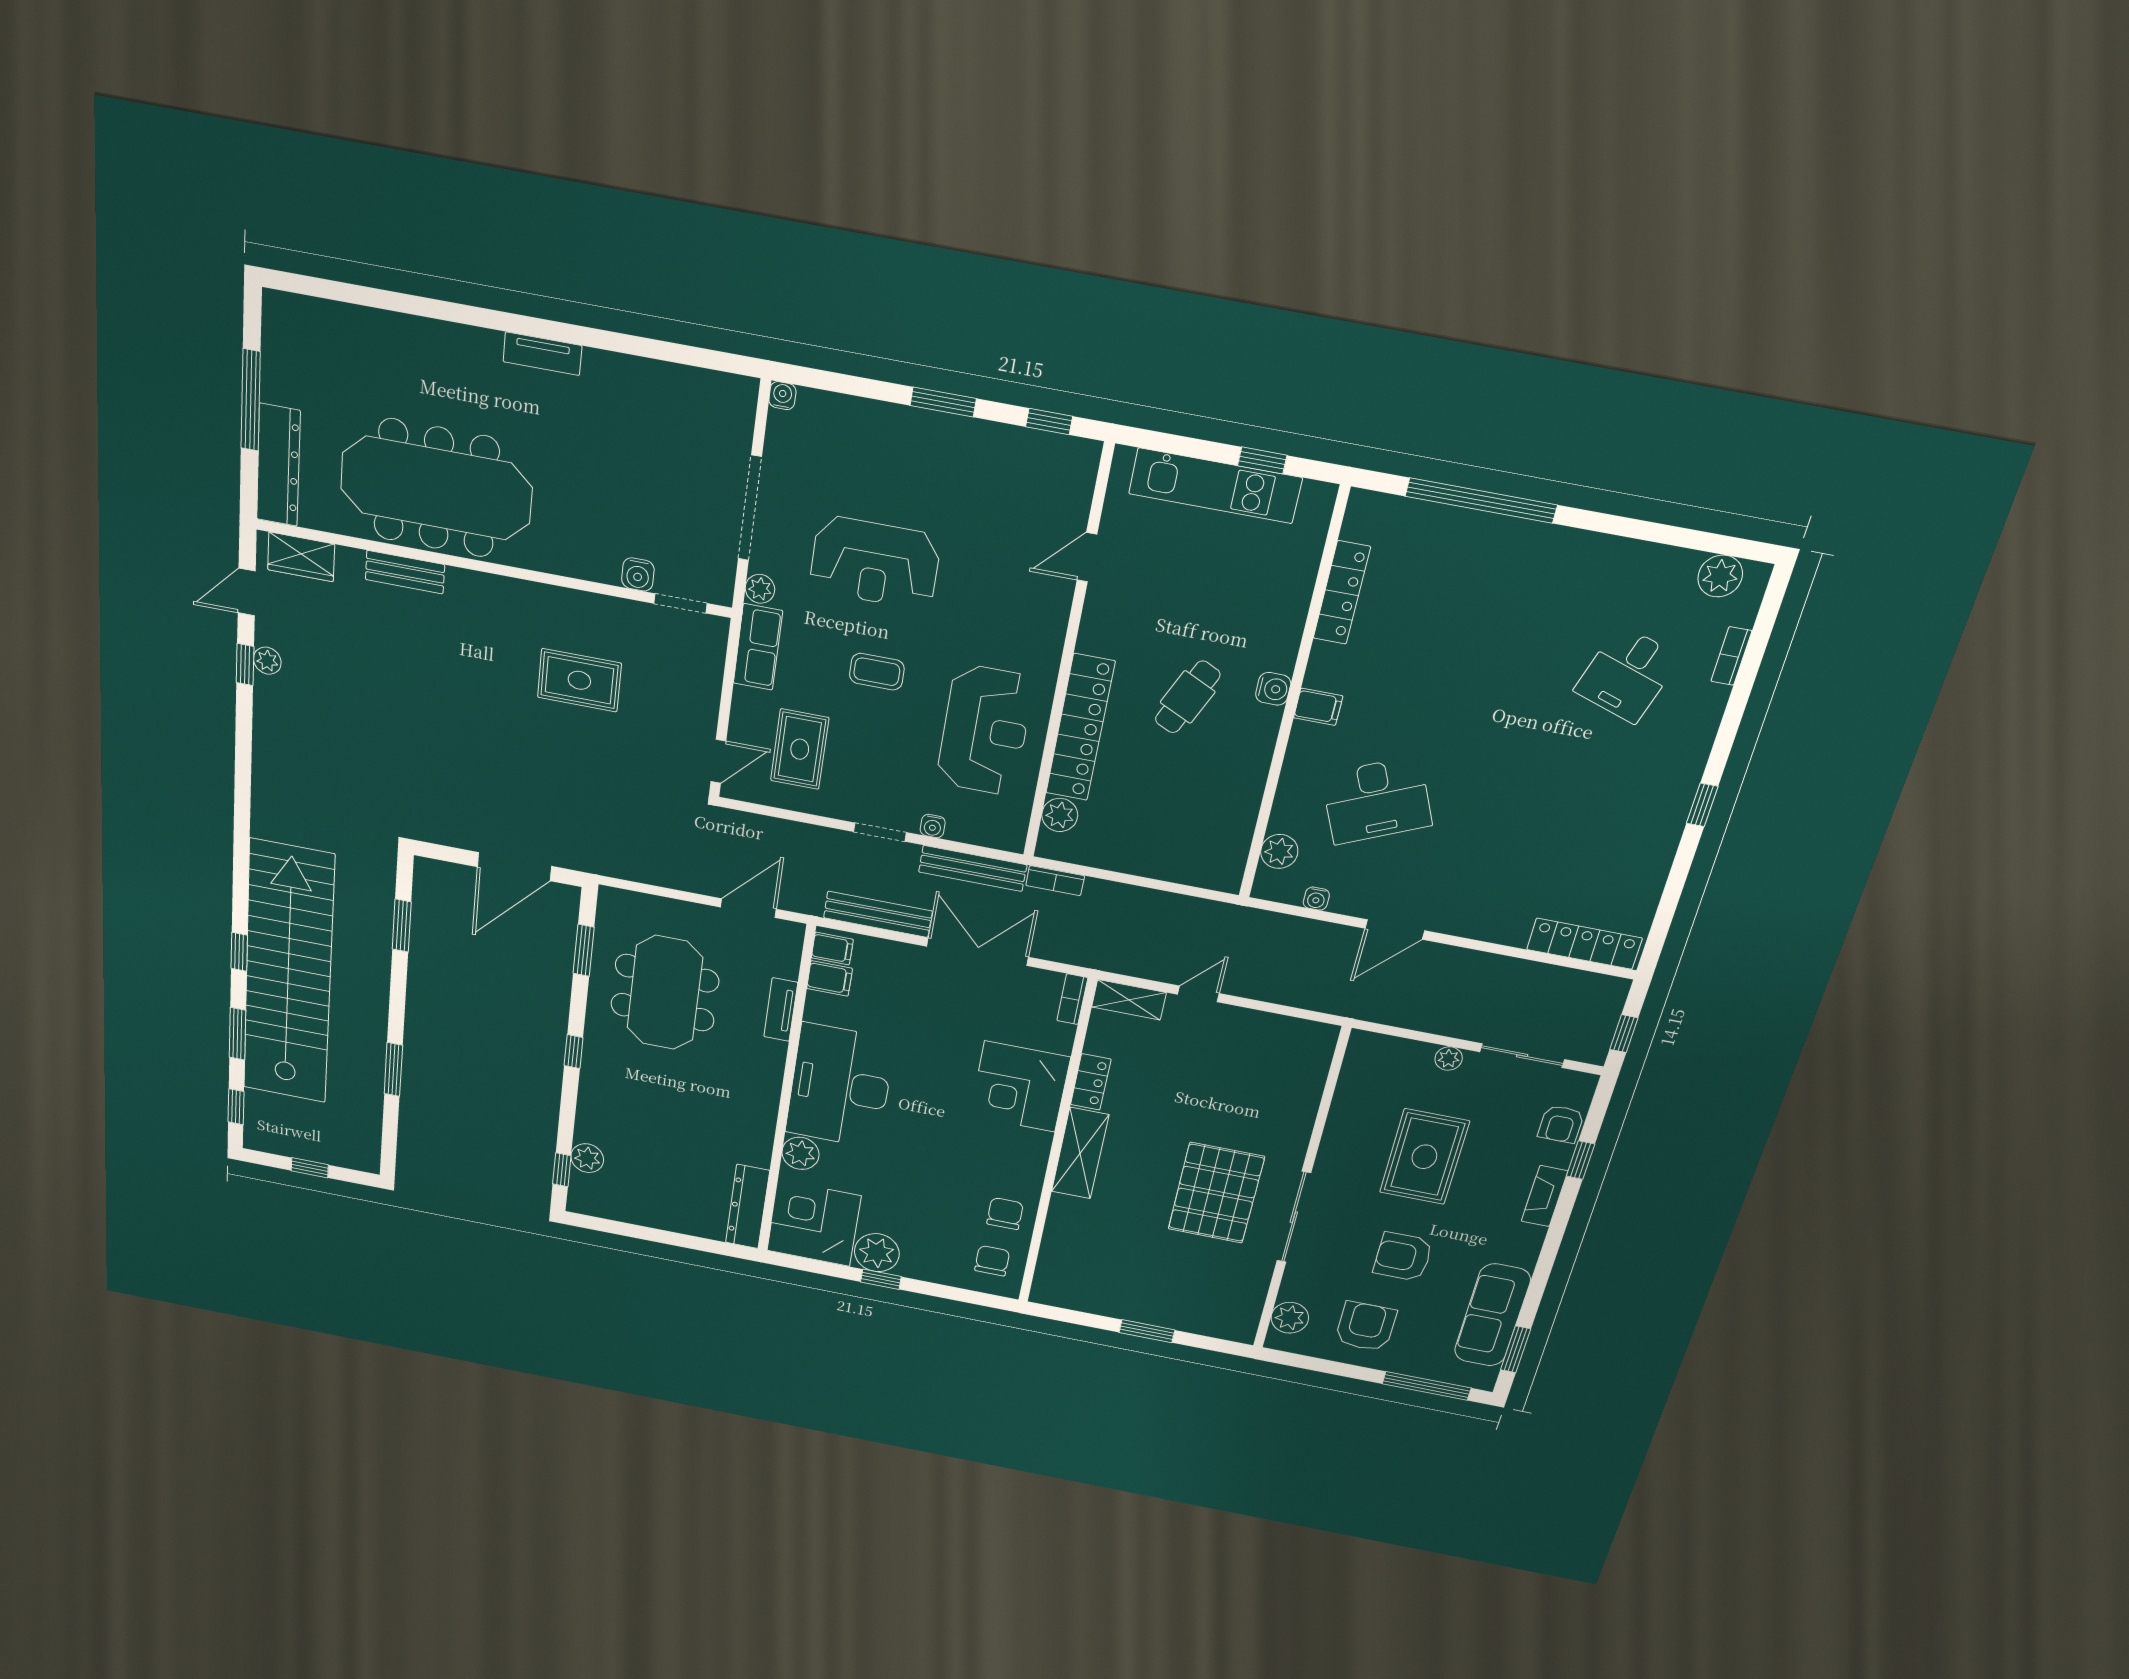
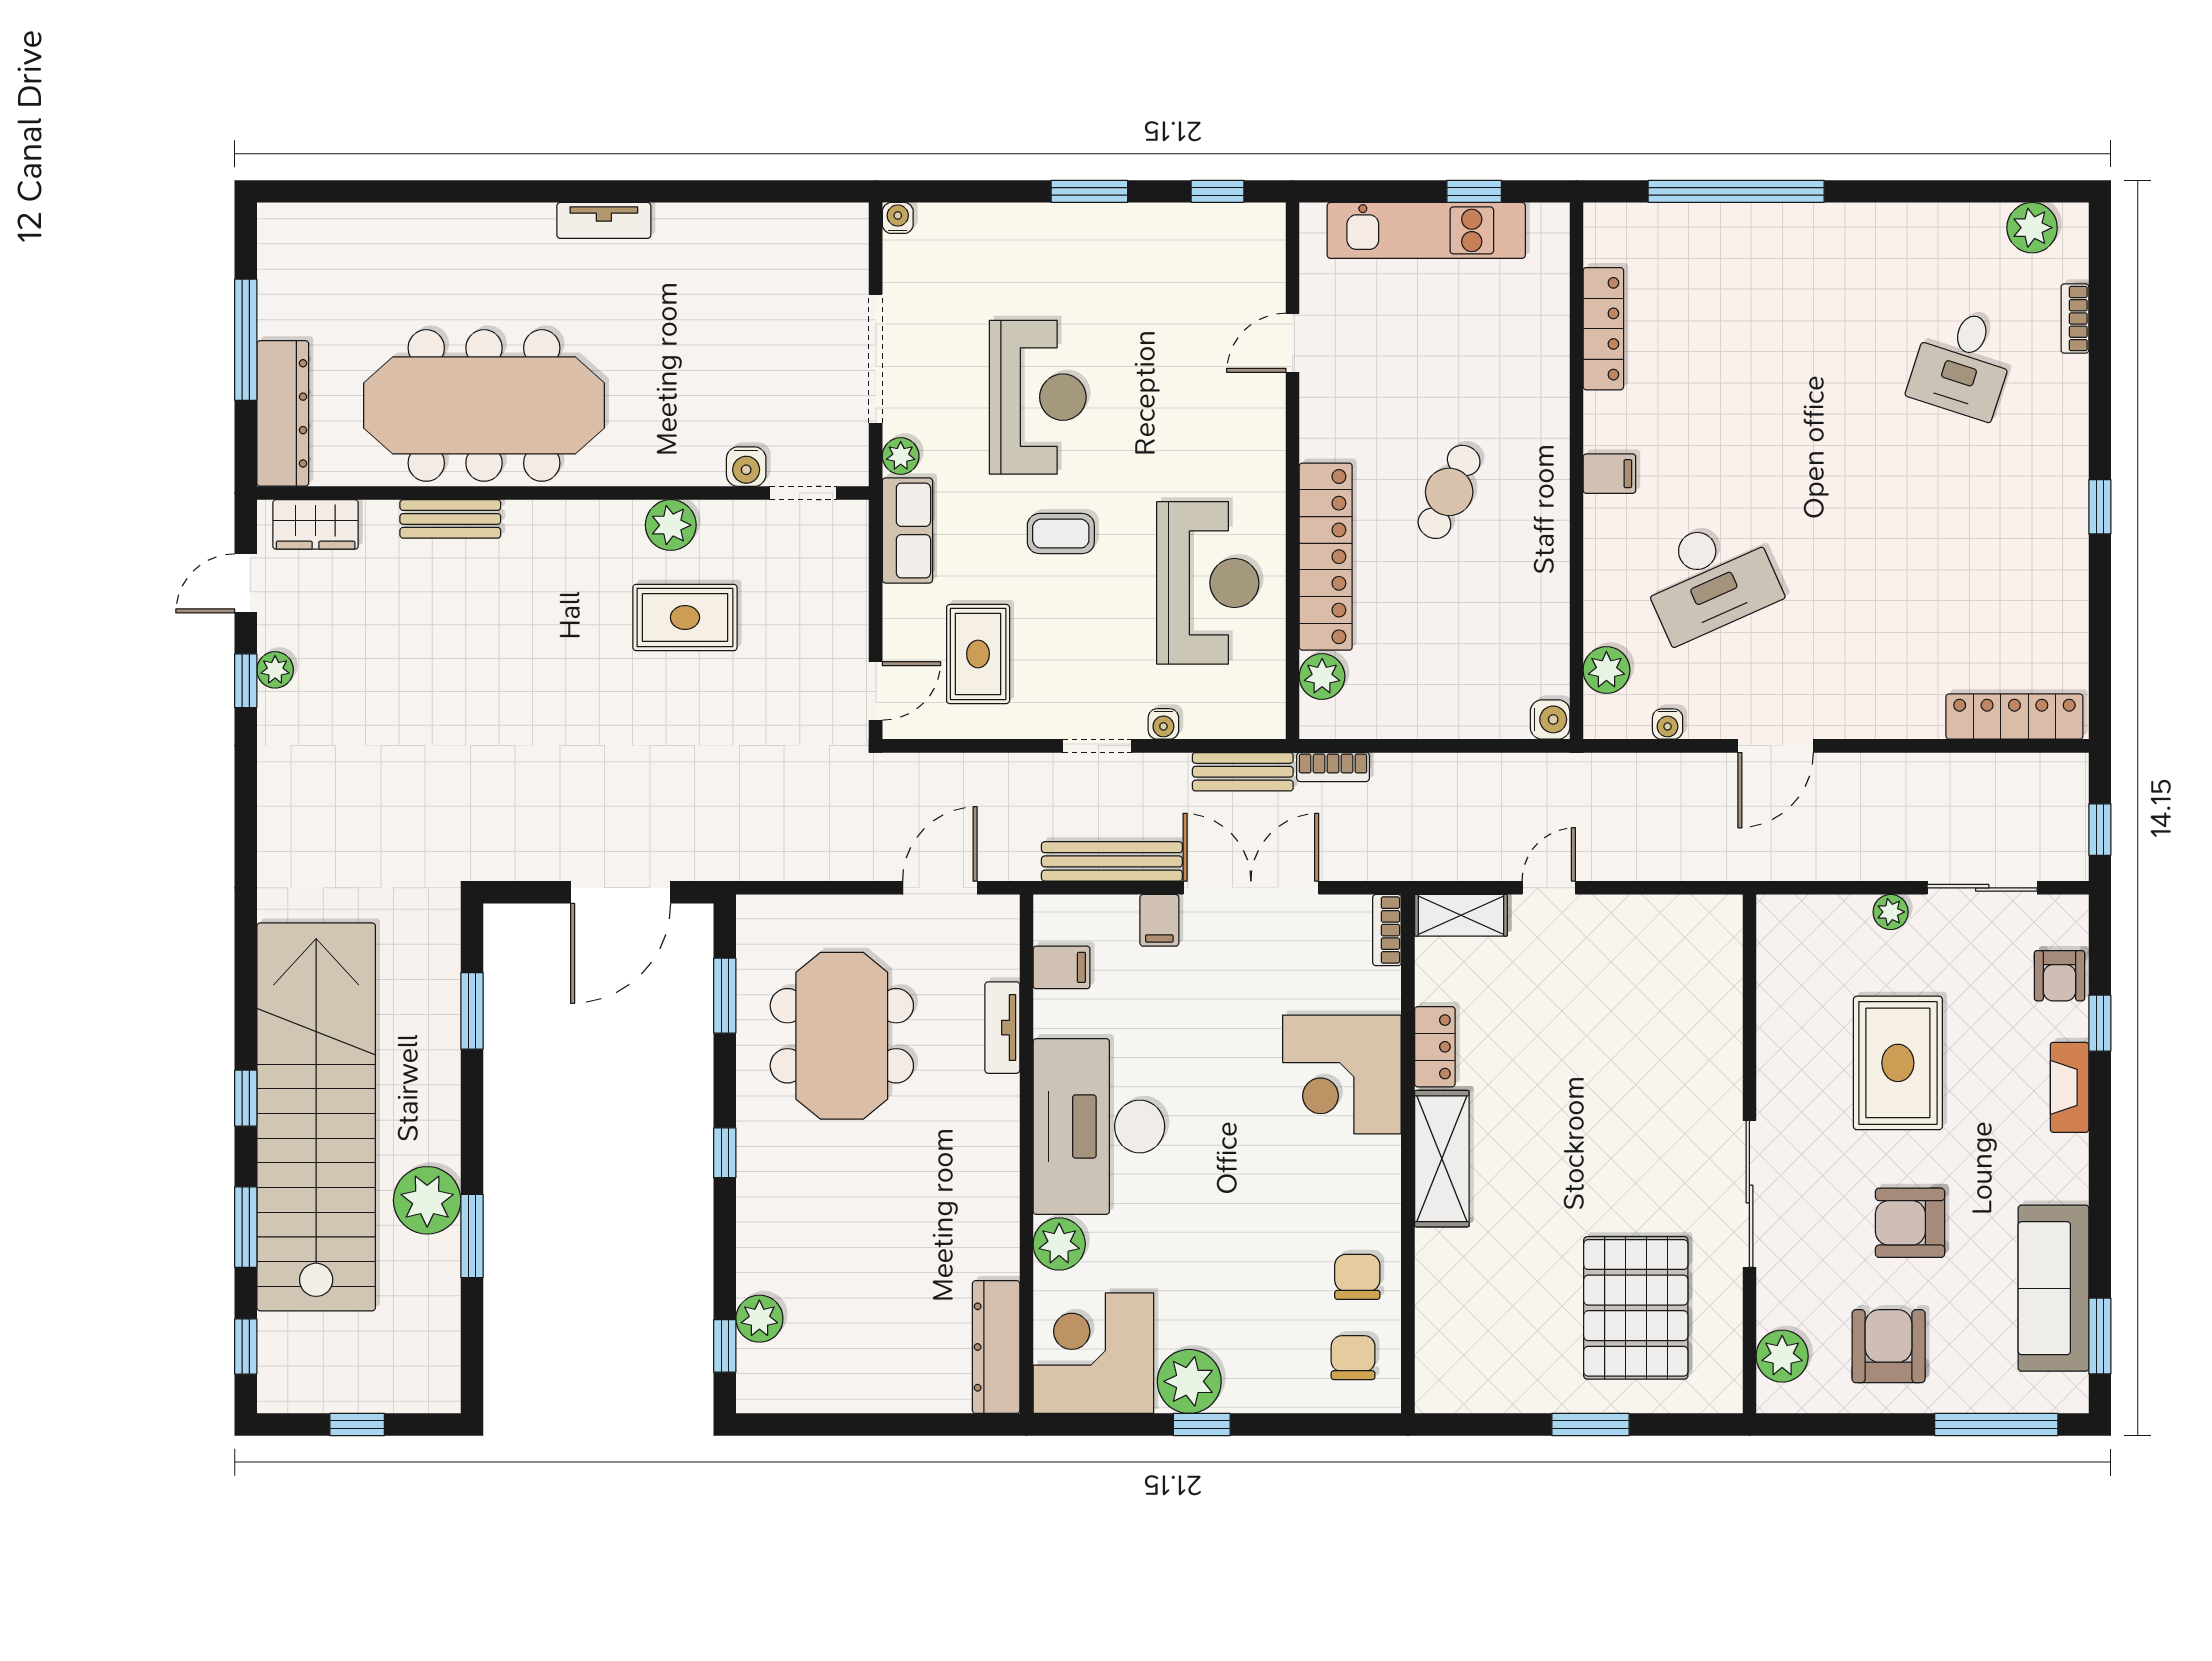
reception desk: (875, 563) -> (1038, 397), turned -90
plant: (575, 609) -> (671, 525), added
water cooler: (1273, 689) -> (1550, 719), moved
bench: (973, 868) -> (1243, 772), width x0.73
filing cabinet: (832, 949) -> (1159, 920), moved, turned 90
plant: (363, 1041) -> (427, 1200), added
pallet: (1216, 1193) -> (1636, 1308), moved

